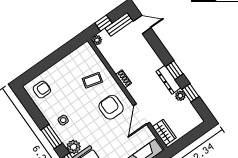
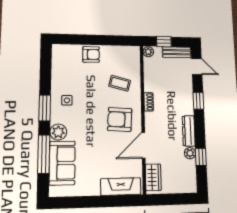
window: (174, 70) -> (198, 101), moved
armchair: (42, 90) -> (91, 54), moved
armchair: (111, 107) -> (120, 119), turned -87

